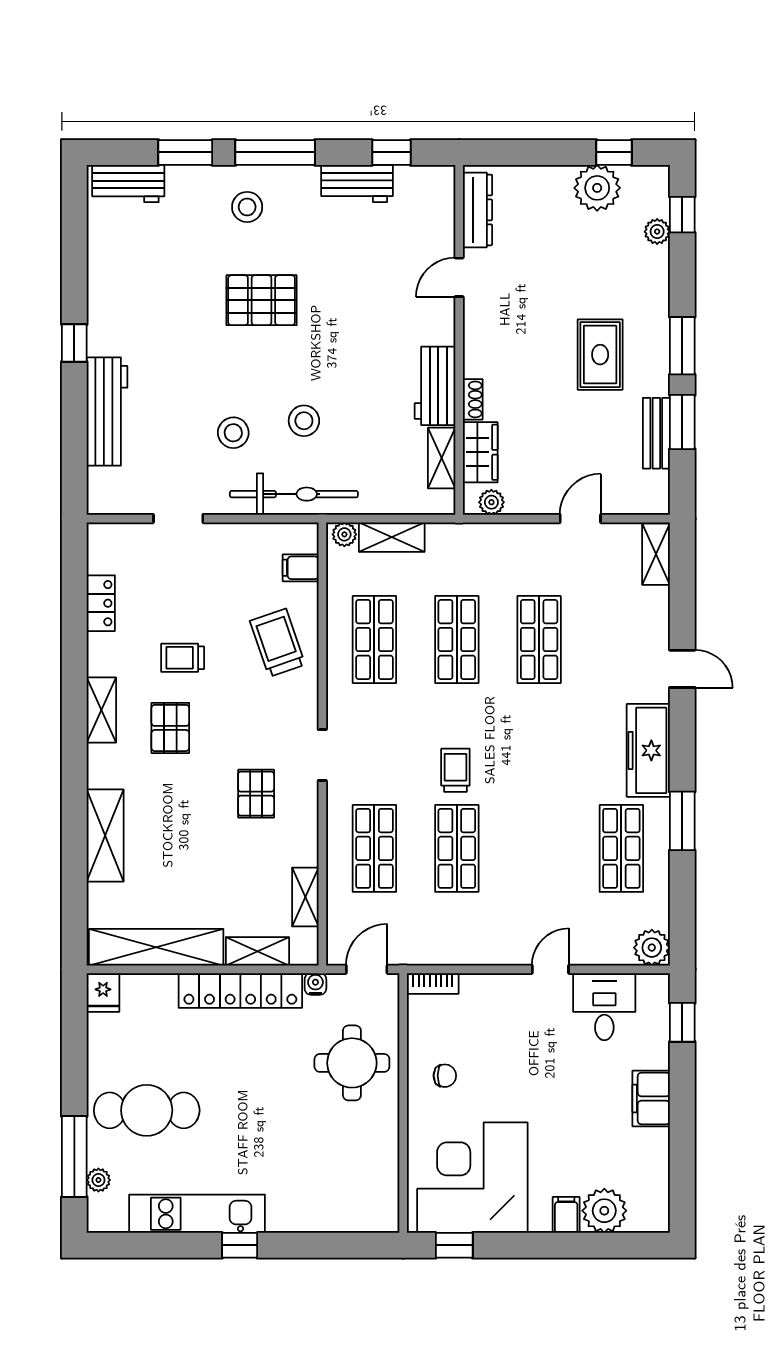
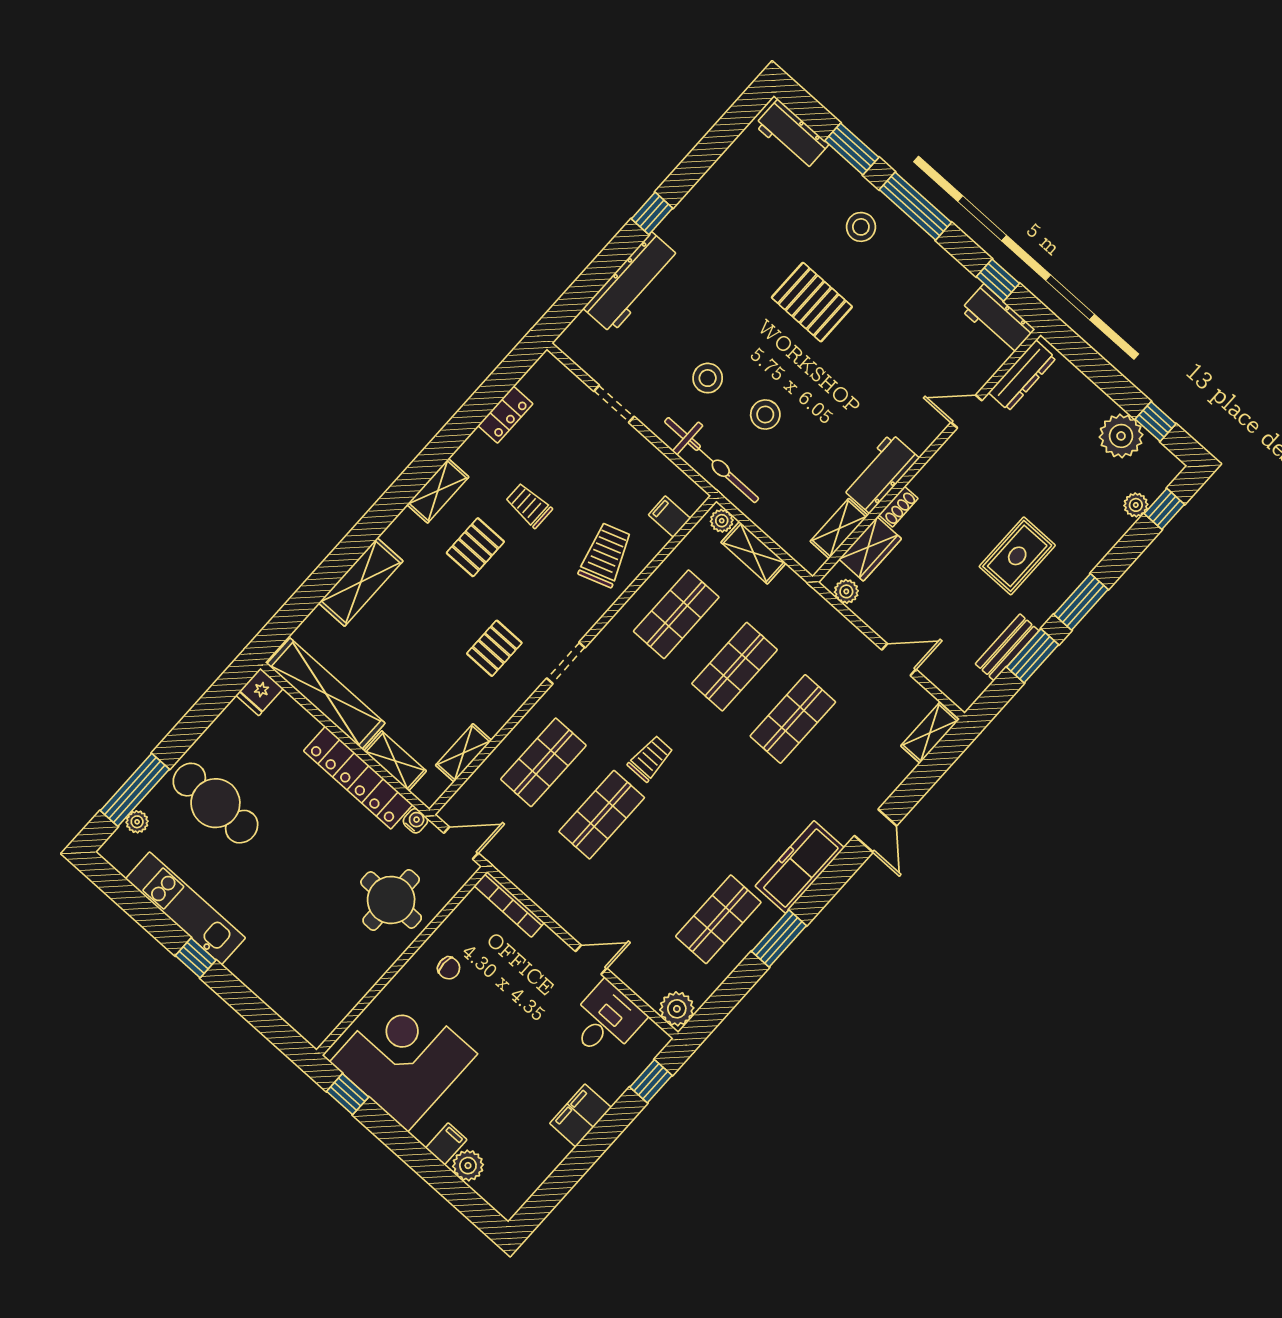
workbench: (357, 183) -> (998, 319), moved
bookcase: (433, 983) -> (509, 904), width x1.56
plant: (604, 1211) -> (468, 1166), width x0.73, depth x0.73

